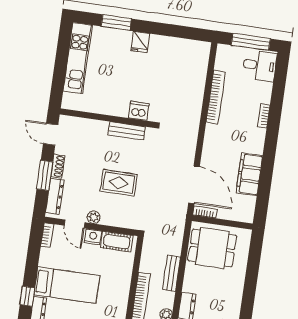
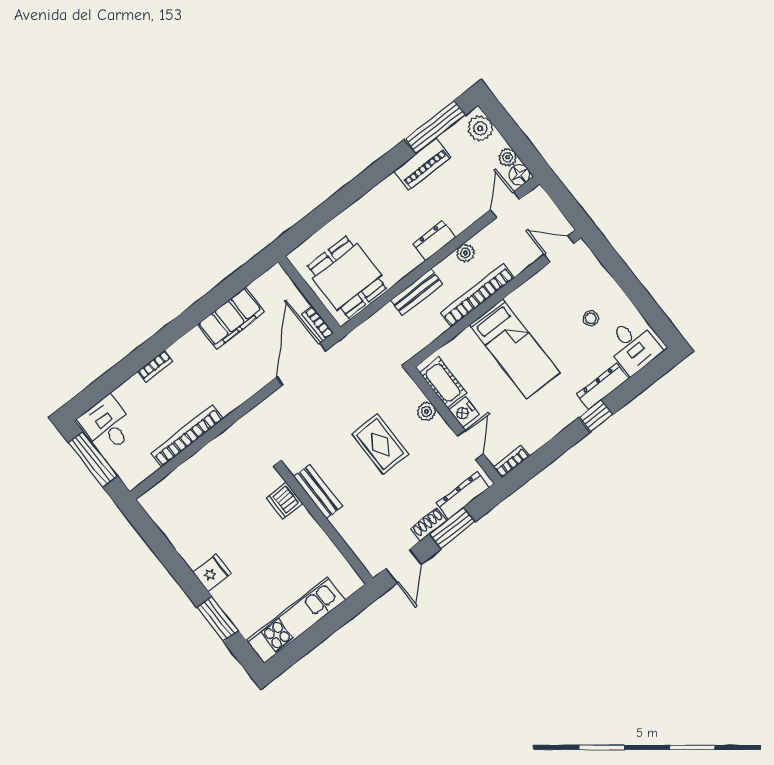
plant: (94, 217) -> (426, 411), moved
bed: (67, 285) -> (515, 349), moved, turned 180

